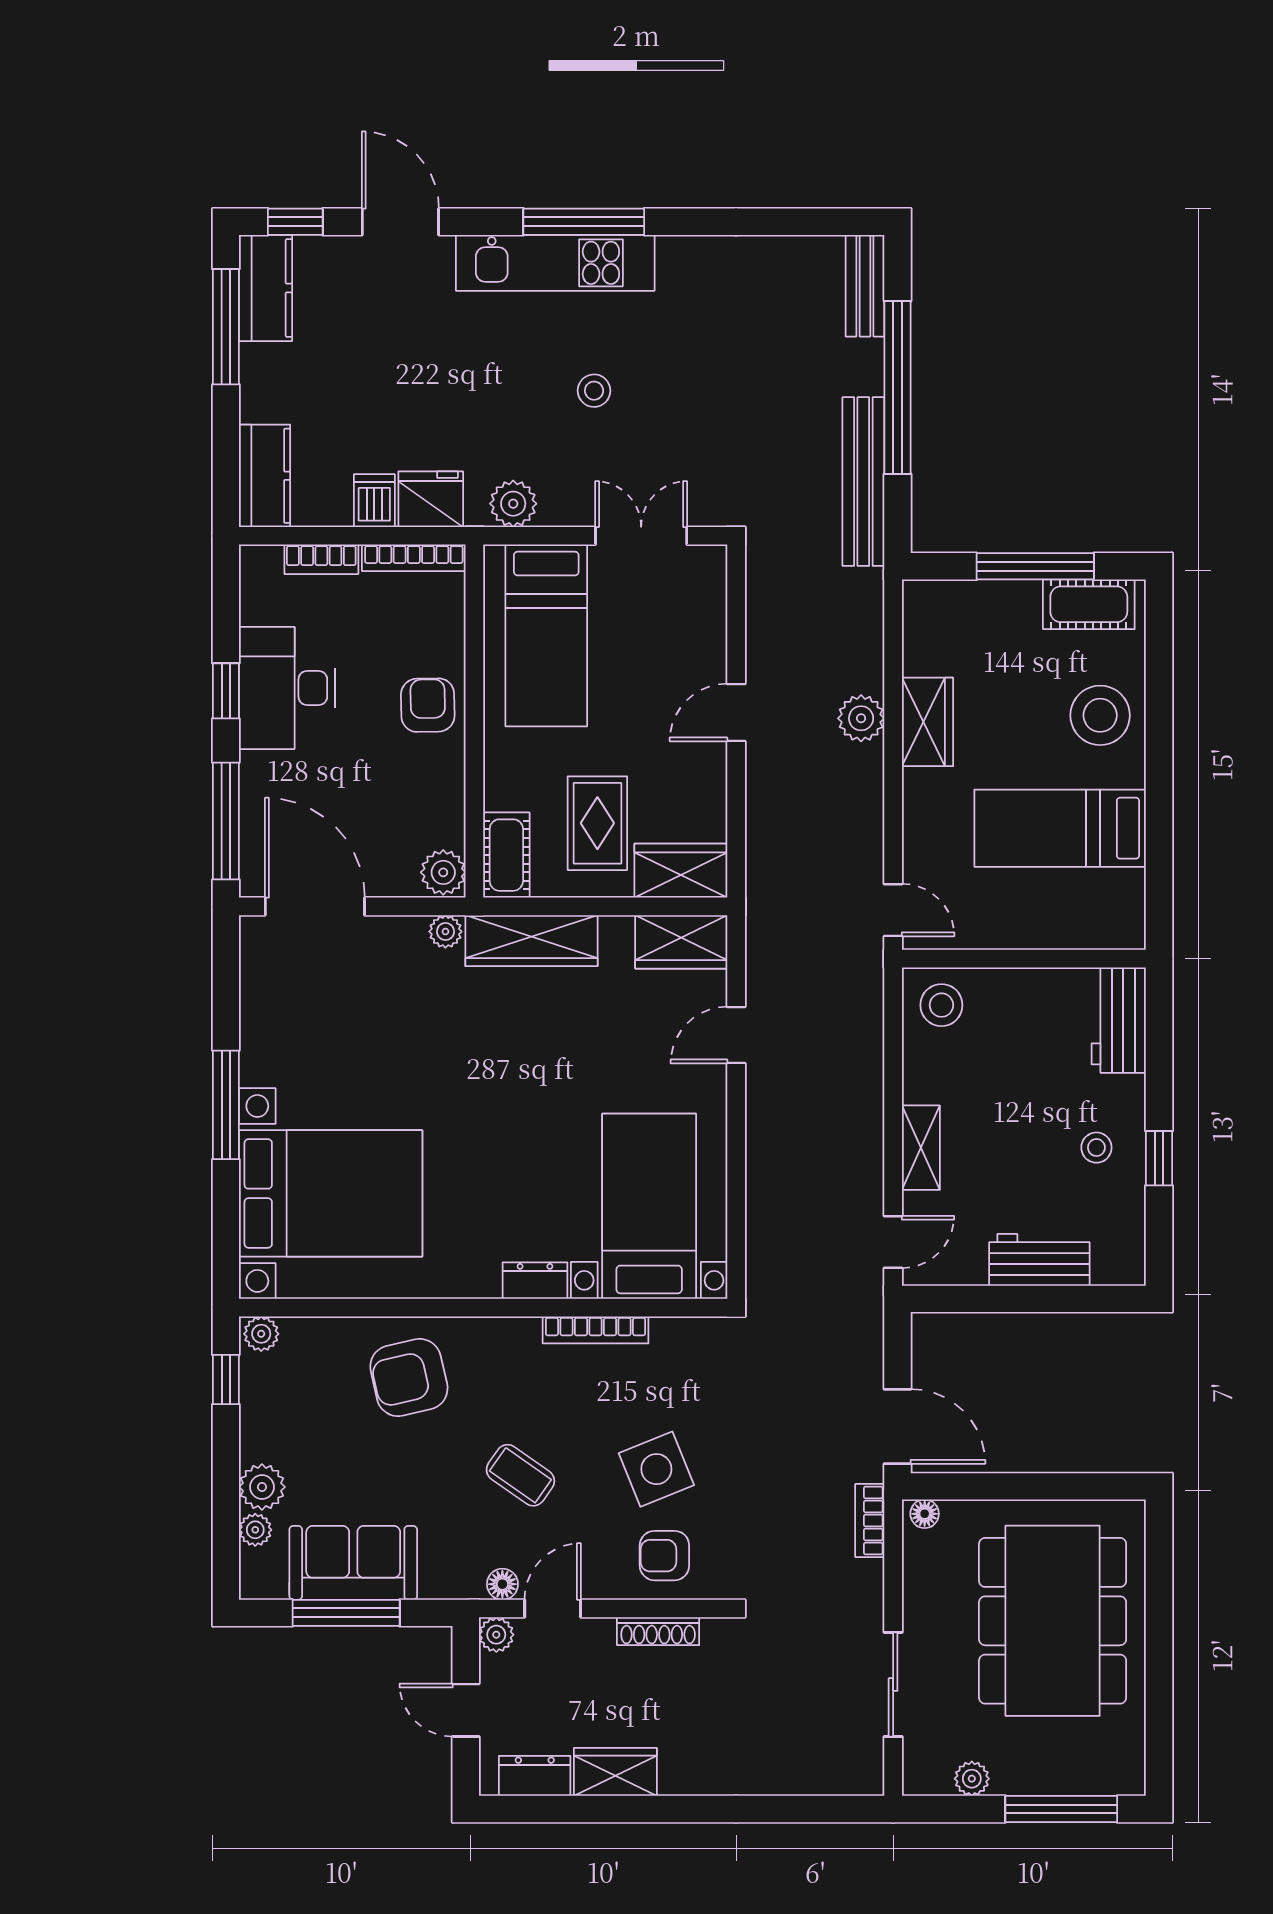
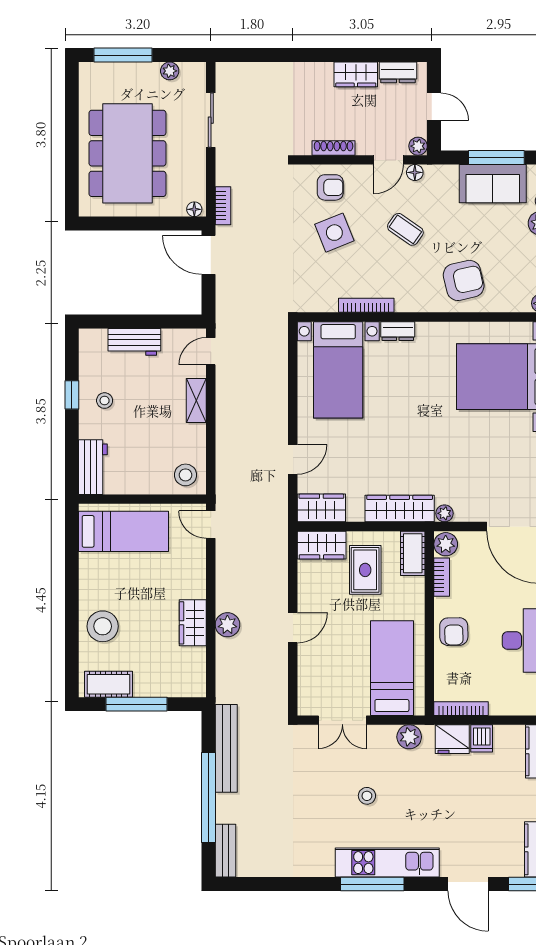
bookcase: (321, 559) -> (442, 577), moved, turned 90
bed: (1060, 828) -> (123, 531), moved

